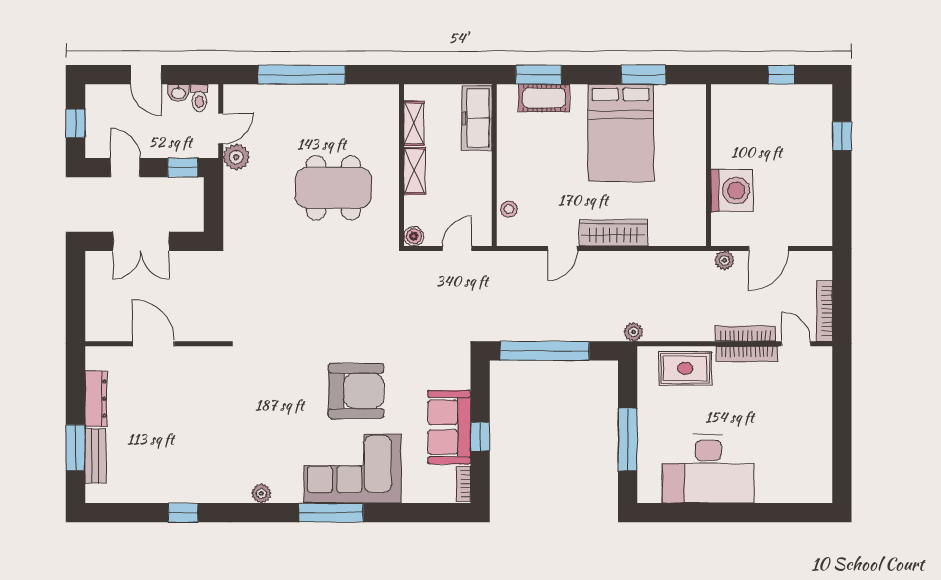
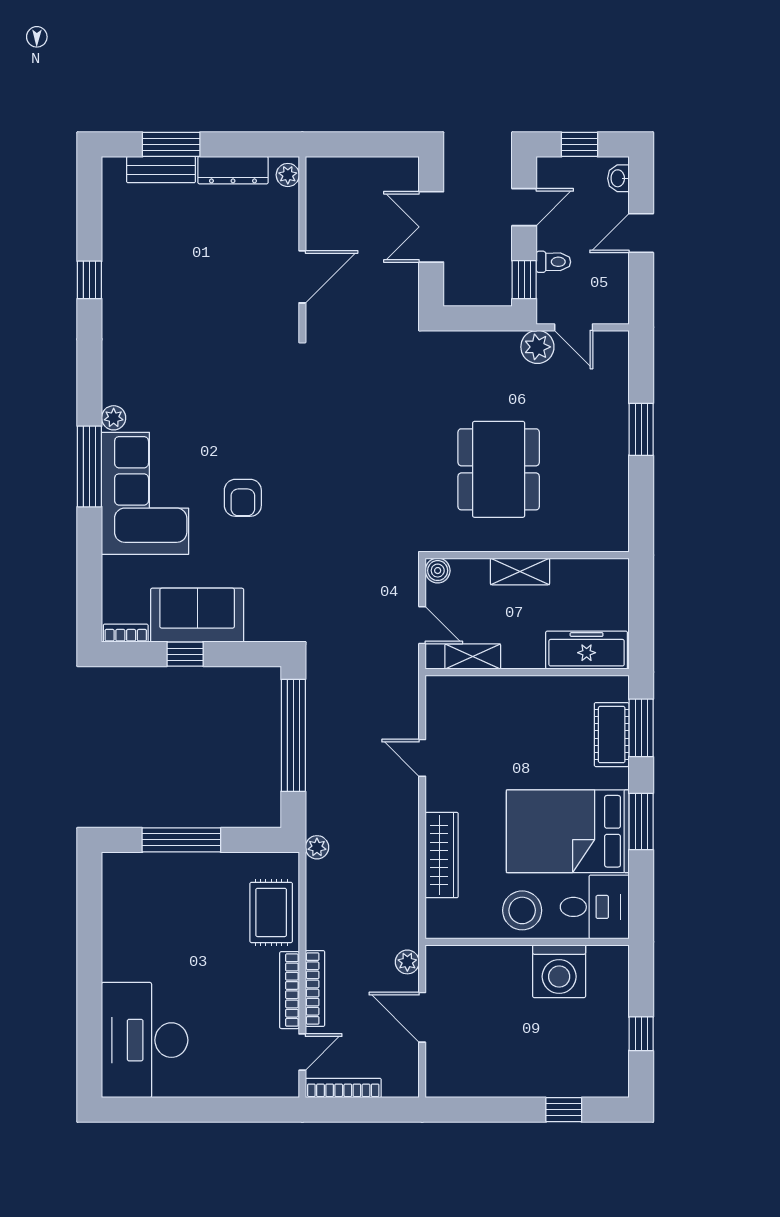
window: (302, 75) -> (641, 429), width x0.47
window: (644, 75) -> (641, 822), moved
washbasin: (178, 93) -> (618, 178), moved
toilet: (199, 98) -> (553, 262), moved, turned 180
desk: (681, 112) -> (595, 907), added
shelving: (414, 123) -> (473, 656), moved
washing machine: (732, 190) -> (559, 971), moved
stool: (509, 209) -> (522, 910), moved, width x1.89, depth x1.89
wardrobe: (613, 233) -> (442, 855), moved
door: (153, 344) -> (302, 277), moved
plant: (100, 355) -> (288, 175), added
armchair: (356, 391) -> (243, 498), width x0.53, depth x0.53
desk: (708, 469) -> (145, 1040), moved
plant: (261, 493) -> (114, 418), moved

